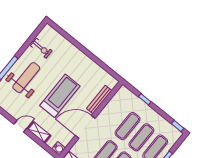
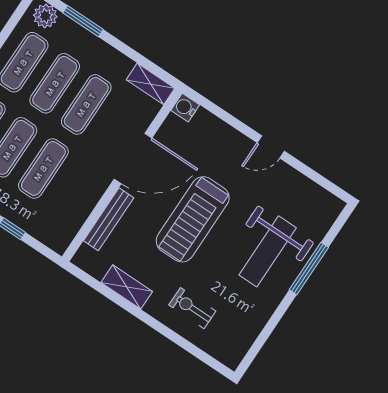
exercise bike: (41, 48) -> (192, 308), moved
shelving: (39, 132) -> (127, 287), moved

